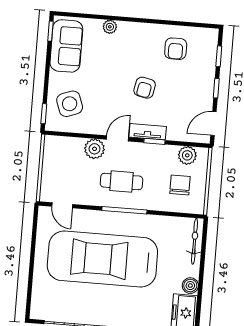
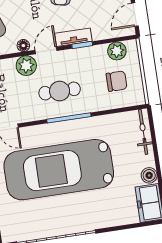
floor lamp: (96, 128) -> (23, 46), added
chair: (180, 185) -> (117, 81), turned 90

